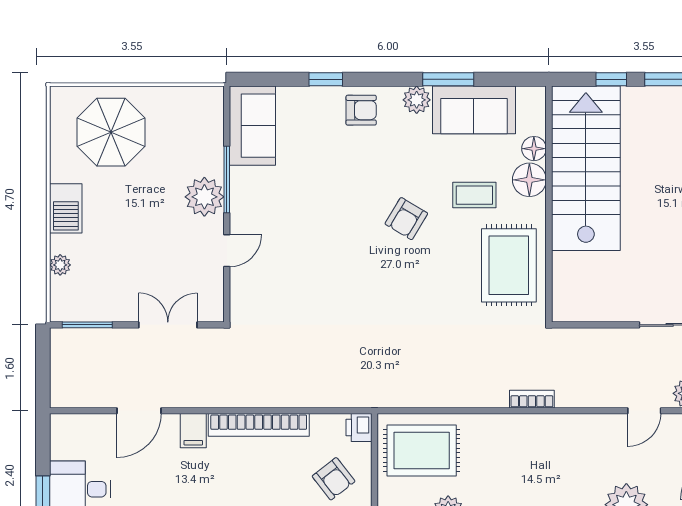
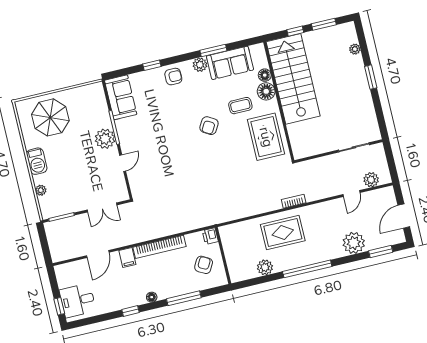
double door: (168, 325) -> (102, 207), swing flipped
rug: (422, 450) -> (283, 233), moved
armchair: (334, 479) -> (204, 265), turned -113

